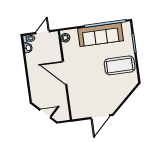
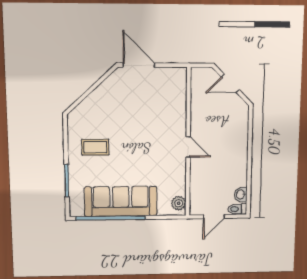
coffee table: (120, 65) -> (95, 147), width x0.54, depth x0.58
door: (65, 73) -> (188, 147), width x0.53
door: (100, 117) -> (139, 65), hinge flipped

